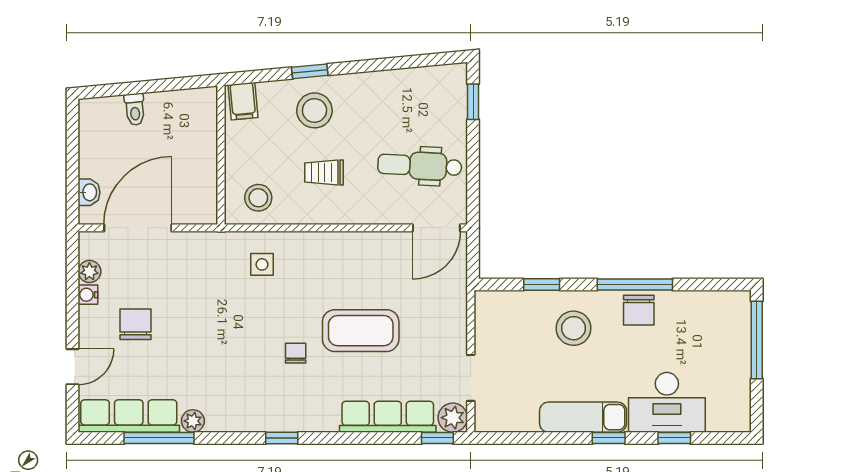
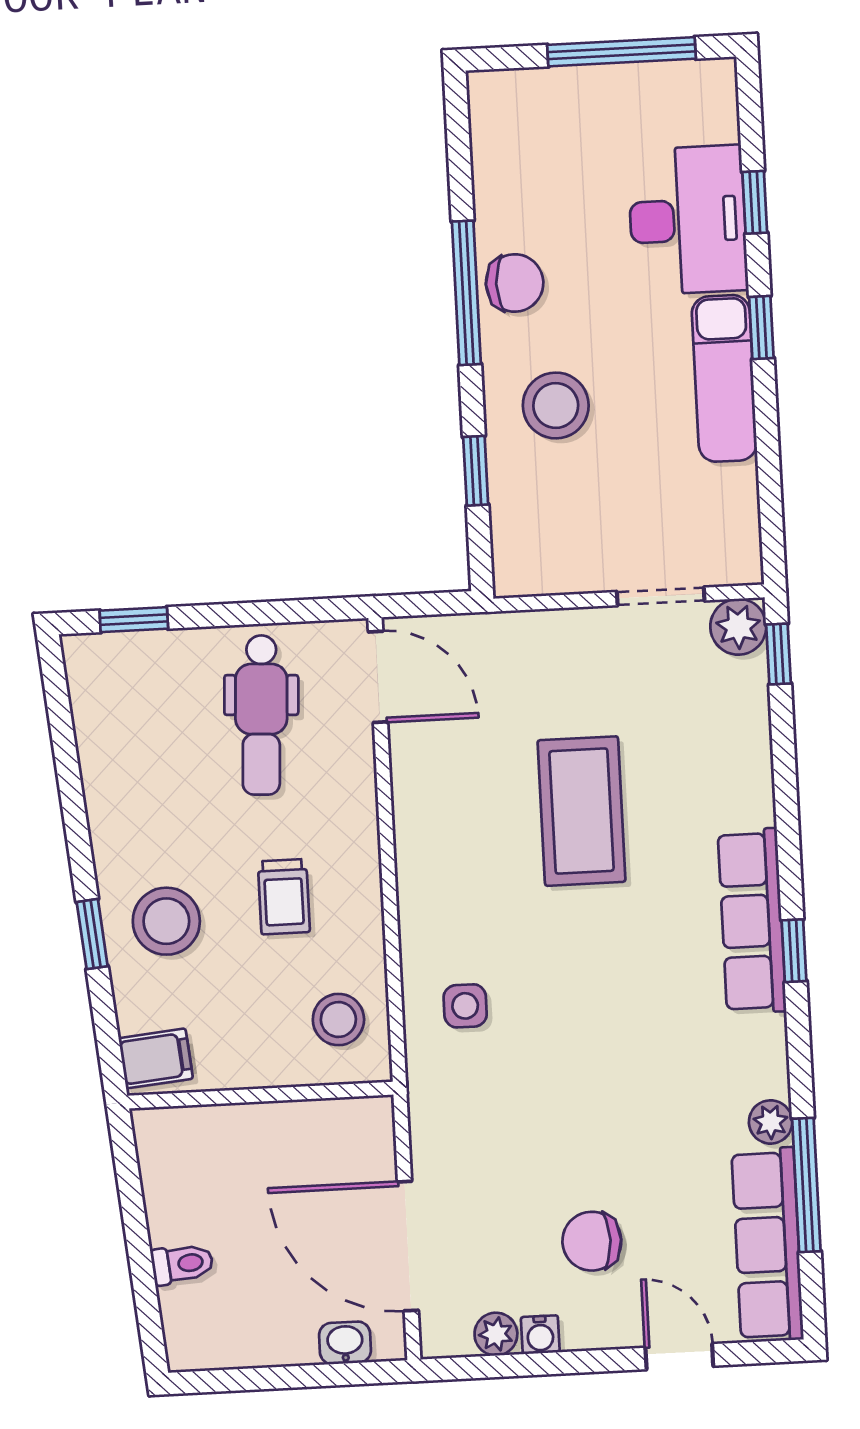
window: (757, 340) -> (622, 52), moved
chair: (296, 353) -> (631, 933), removed
row of seats: (388, 417) -> (752, 921), moved

